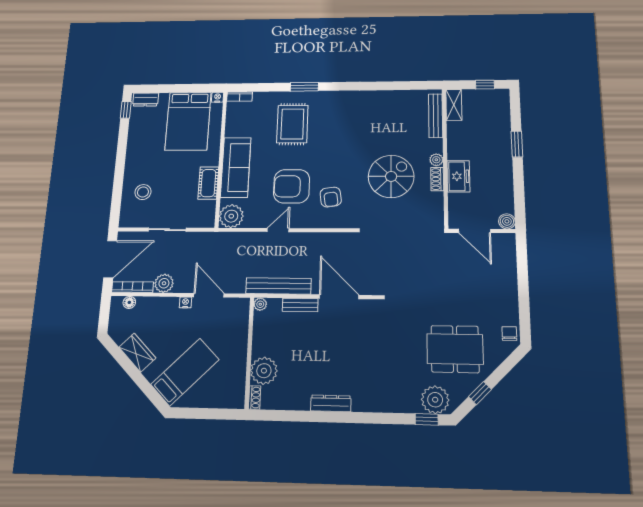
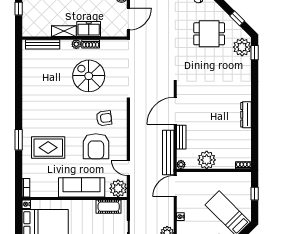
shelving: (454, 105) -> (64, 31), moved
cot: (208, 183) -> (109, 207), moved
door: (278, 230) -> (128, 168), moved
door: (209, 295) -> (175, 186), moved
dining table: (455, 349) -> (209, 34), width x0.73
plant: (264, 371) -> (207, 160), moved
window: (211, 414) -> (255, 194), added

